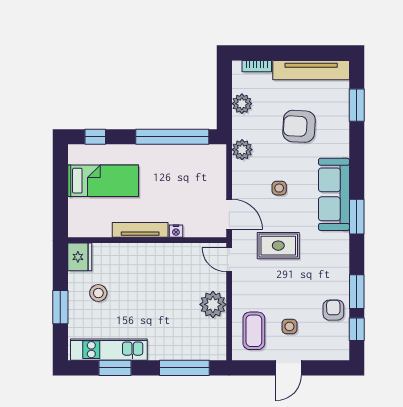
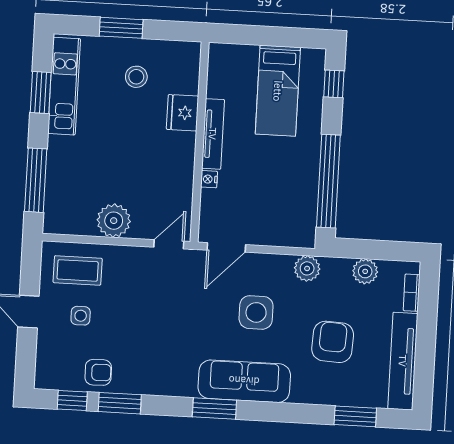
side table: (279, 188) -> (256, 312), width x1.87, depth x1.87
rug: (278, 246) -> (183, 307), removed
fridge: (80, 257) -> (182, 113), moved, turned 90

